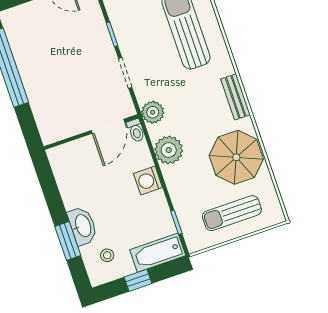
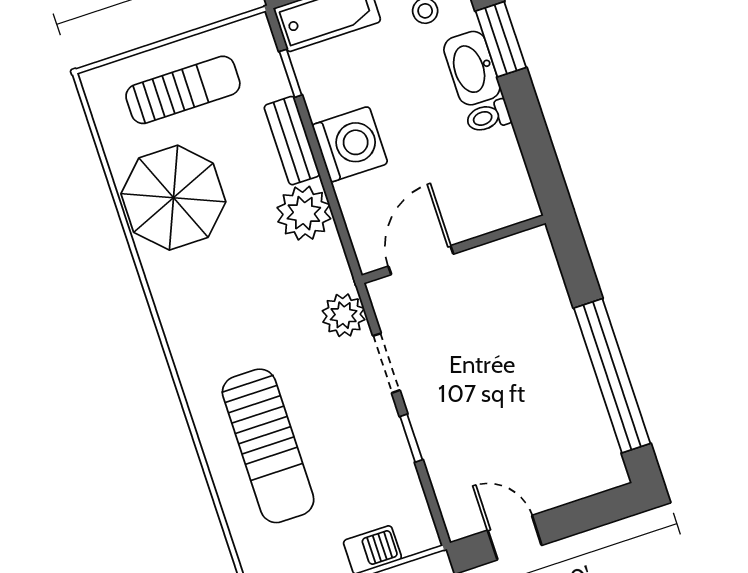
bench: (236, 97) -> (292, 141), moved
plant: (153, 112) -> (344, 315), moved
toilet: (136, 130) -> (488, 117), moved, turned -90
washing machine: (148, 180) -> (350, 144), width x1.37, depth x1.37

